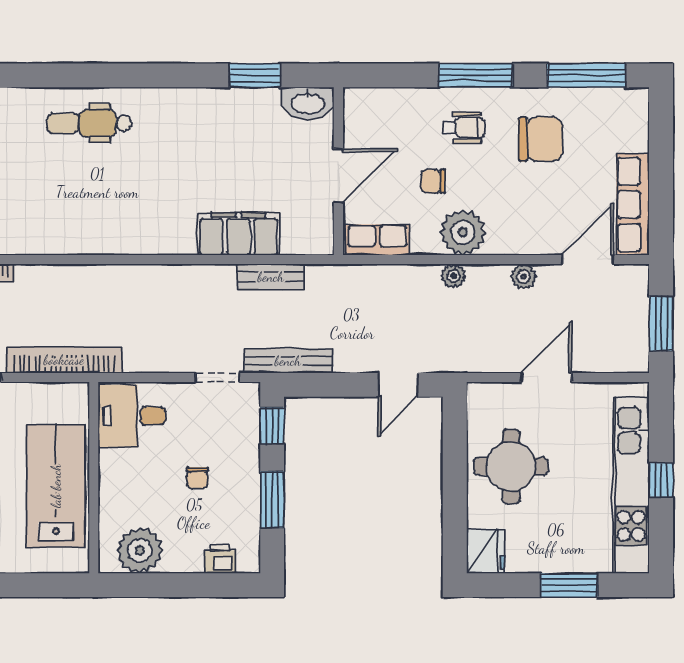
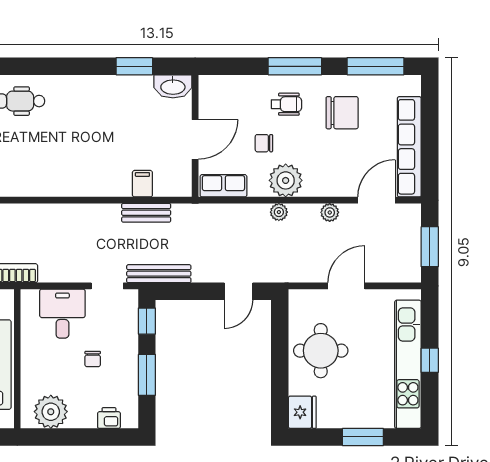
row of seats: (633, 205) -> (409, 147), width x1.36
filing cabinet: (239, 234) -> (142, 184), width x0.33, depth x0.86
desk: (132, 416) -> (62, 314), moved, turned 90

